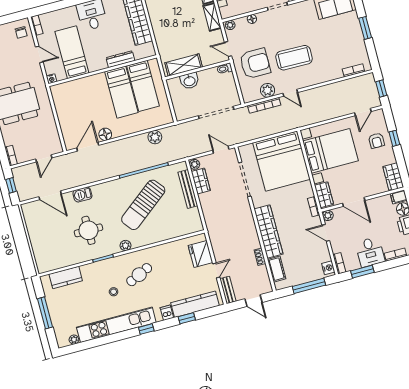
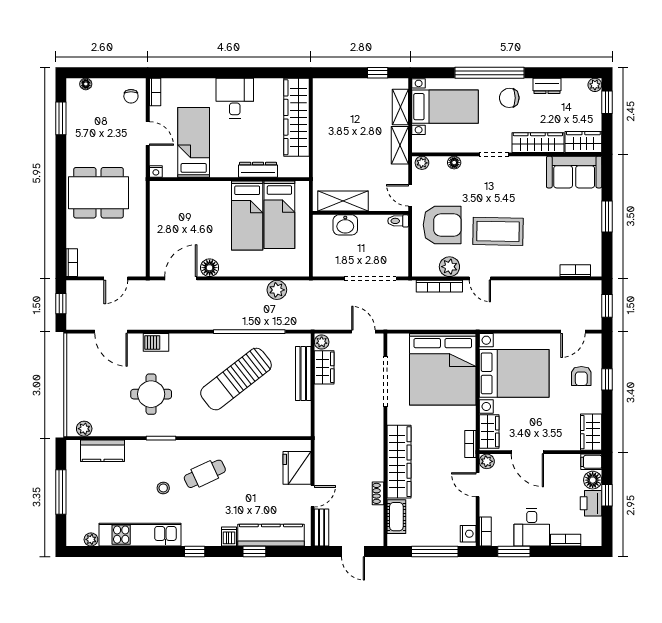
plant: (126, 246) -> (84, 429), moved
kitchen unit: (116, 325) -> (140, 535), width x0.73

